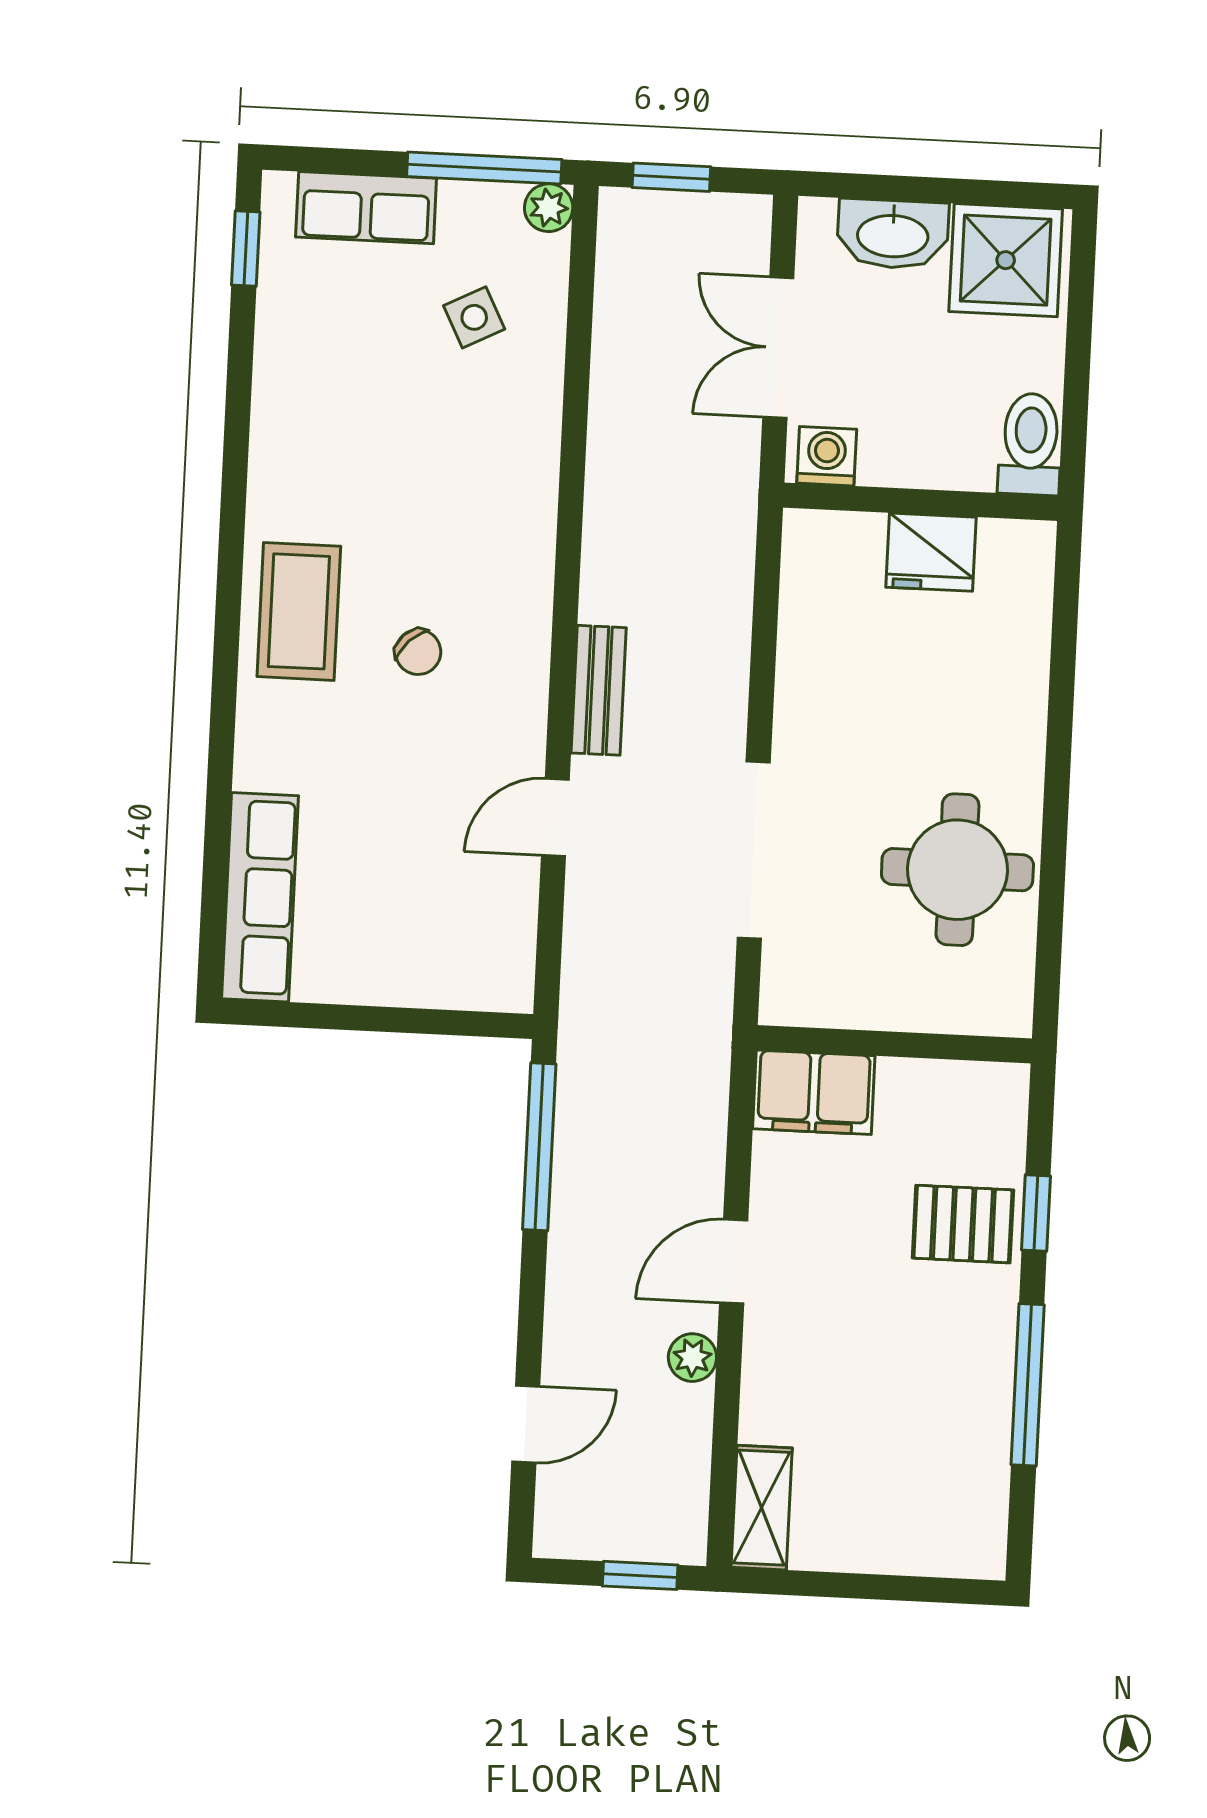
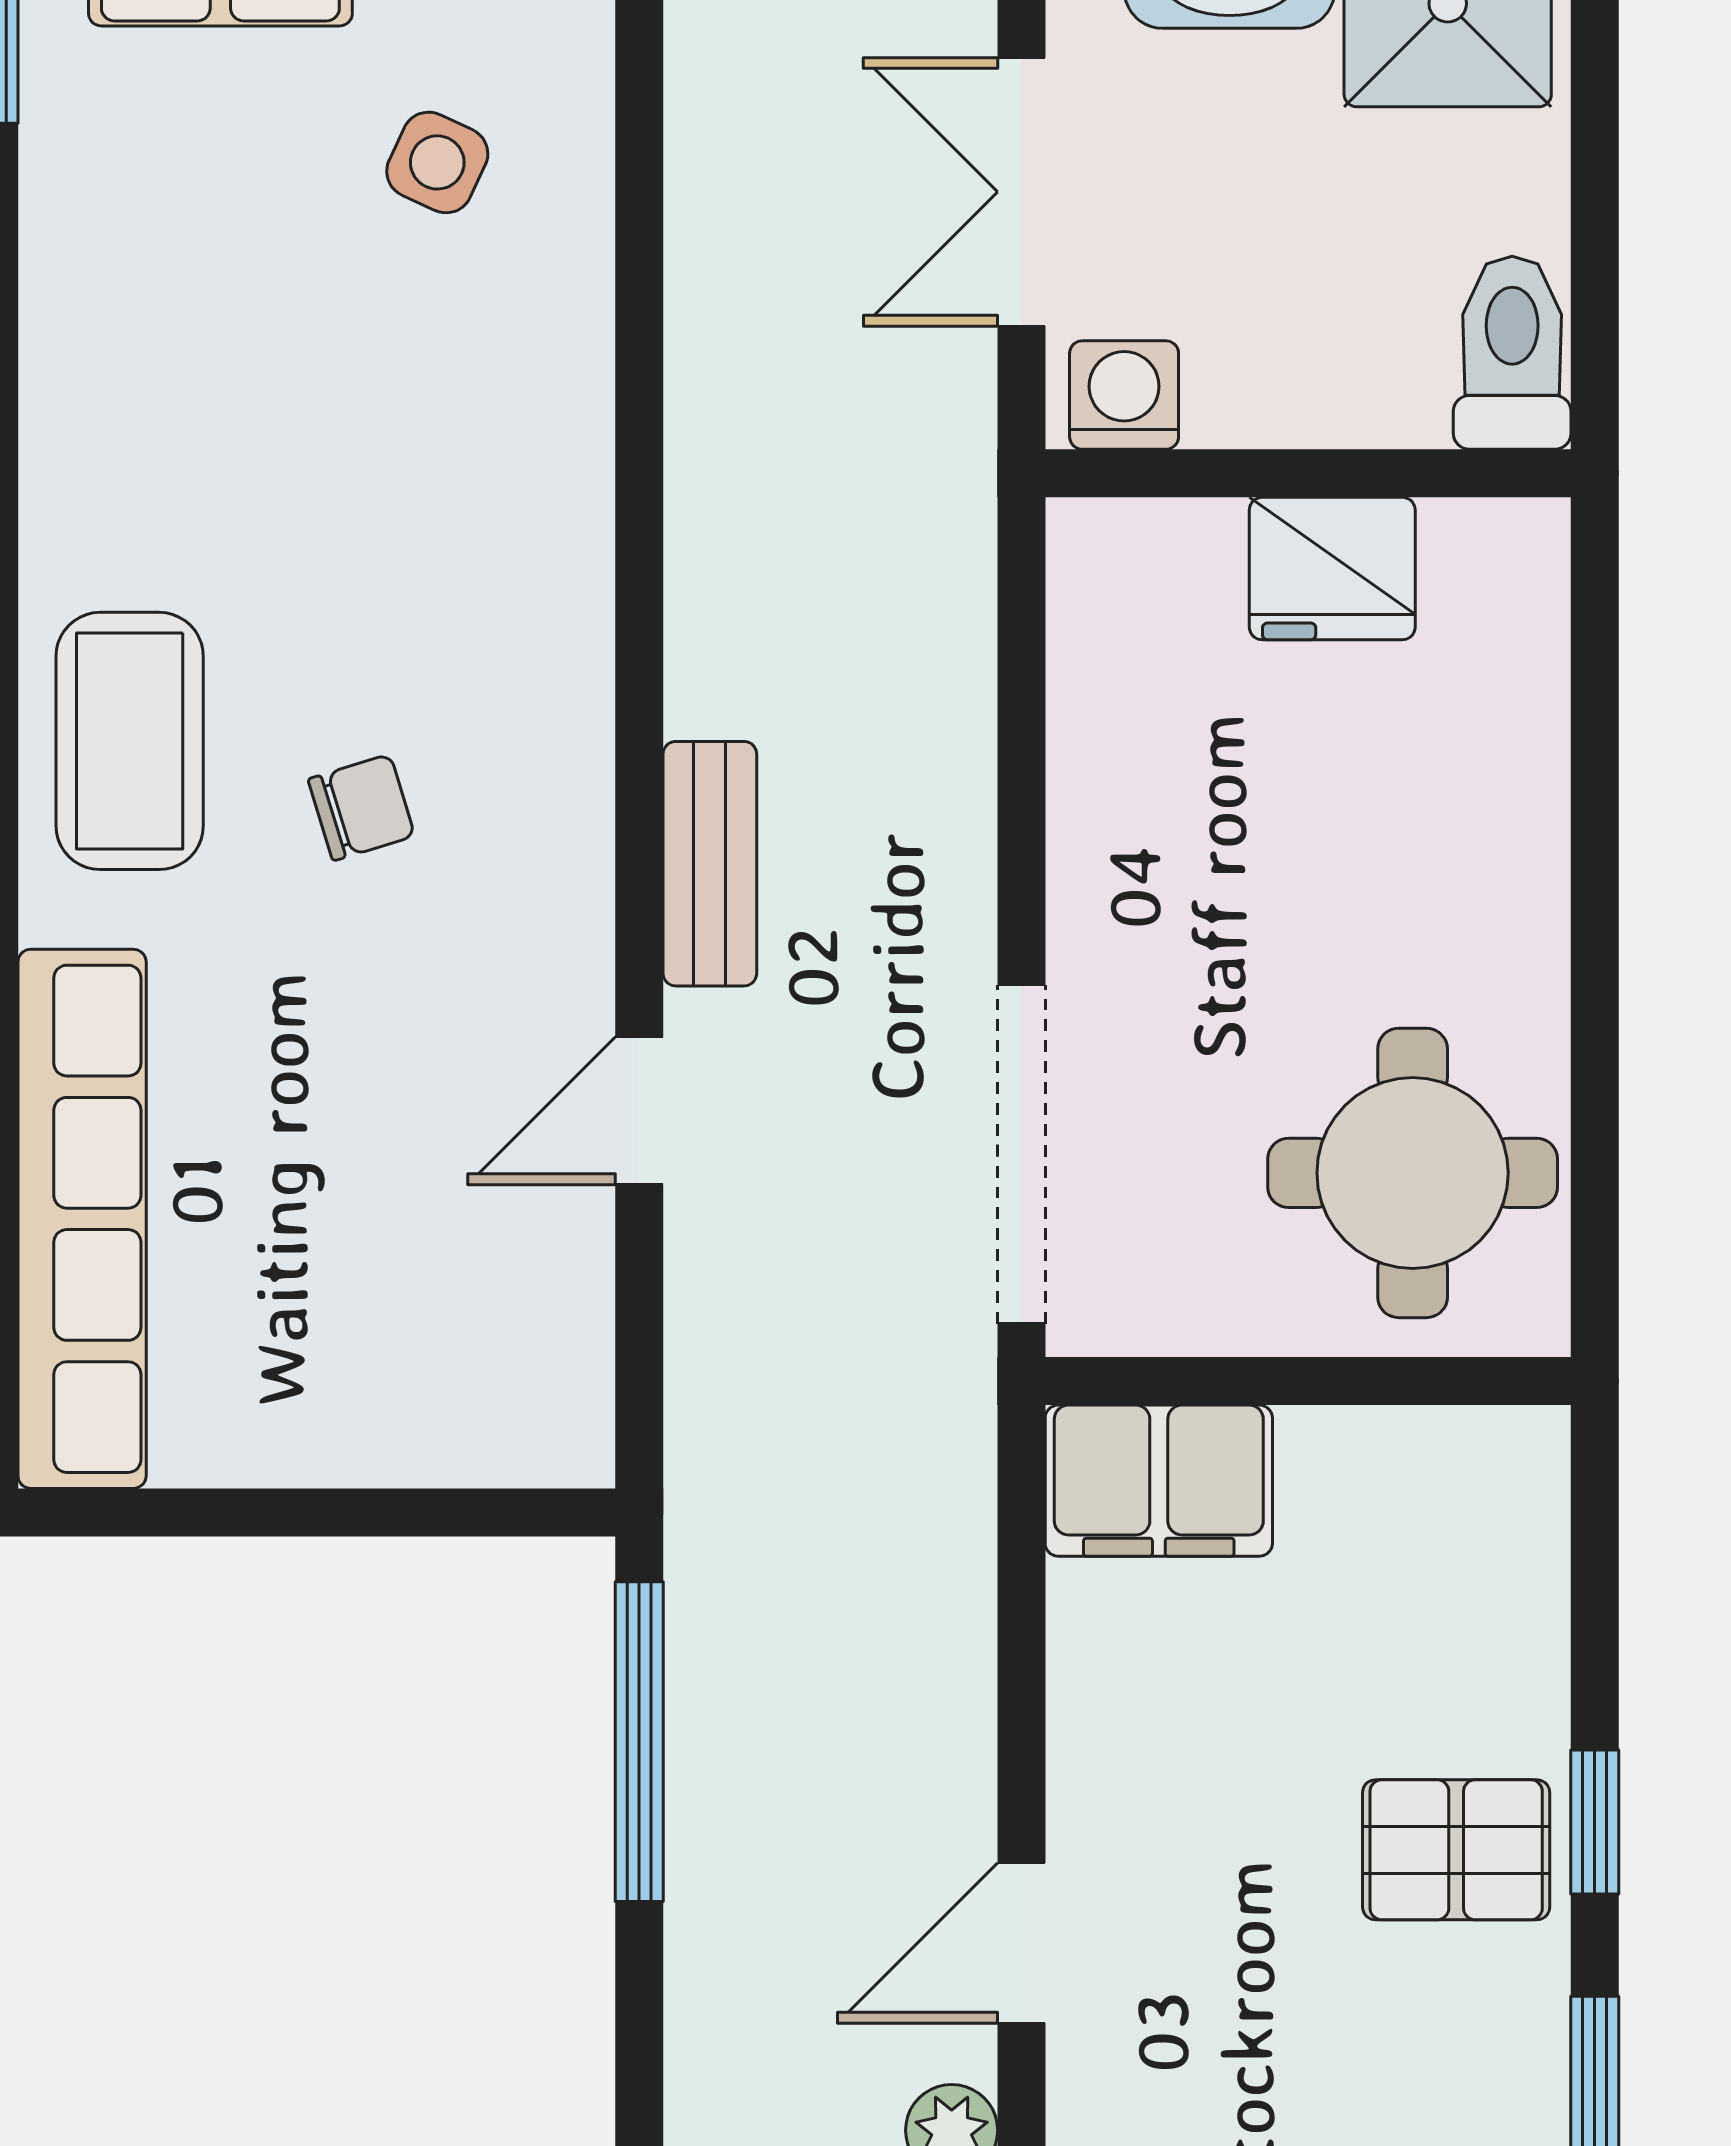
side table: (474, 317) -> (437, 162), turned -38
chair: (418, 652) -> (361, 807), turned -63
row of seats: (260, 897) -> (82, 1219), width x1.36
wall: (894, 1044) -> (1308, 1381), moved
filing cabinet: (814, 1092) -> (1159, 1481), moved

